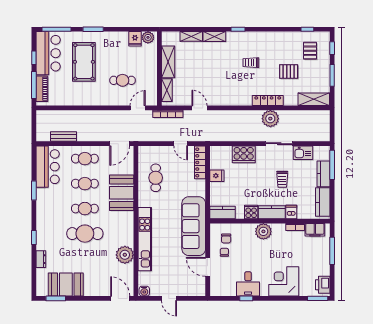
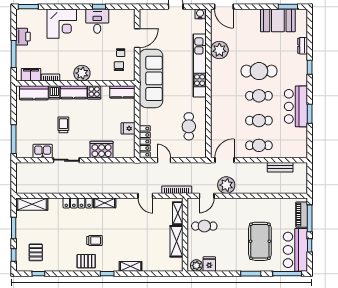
shelving: (191, 36) -> (105, 203), moved
pallet: (289, 71) -> (86, 261), moved
cafe table: (123, 80) -> (204, 226), moved
plant: (270, 119) -> (226, 185), moved
bar counter: (48, 167) -> (296, 106), moved
kitchen counter: (324, 174) -> (22, 130), removed
booth: (122, 193) -> (222, 112), removed
kitchen counter: (323, 202) -> (34, 93), moved, turned 90
door: (208, 267) -> (137, 38), hinge flipped
printer: (323, 285) -> (23, 37), moved

